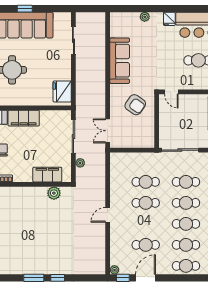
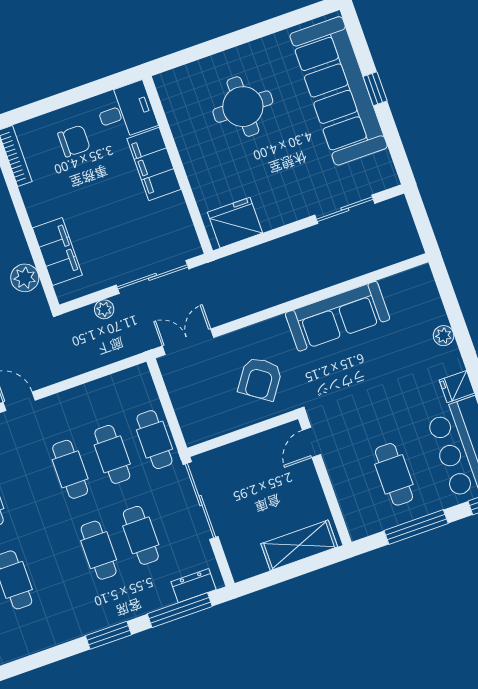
cafe table: (186, 224) -> (154, 440), moved

